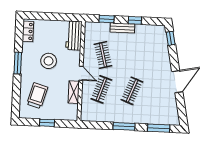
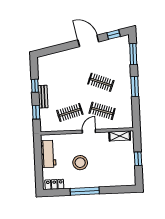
workbench: (74, 36) -> (48, 154), moved, turned -90
window: (171, 38) -> (114, 35), moved
window: (18, 63) -> (85, 191), width x1.44
shelving: (74, 92) -> (120, 136), moved
trolley: (37, 96) -> (114, 170), removed

